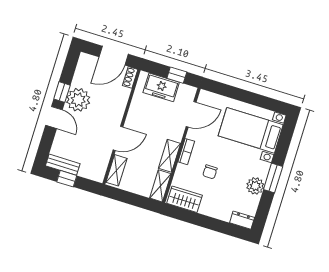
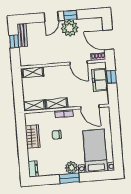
window: (177, 75) -> (111, 77), moved
door: (118, 138) -> (78, 63), moved
plant: (255, 186) -> (71, 168), moved
wardrobe: (185, 199) -> (33, 137), moved

